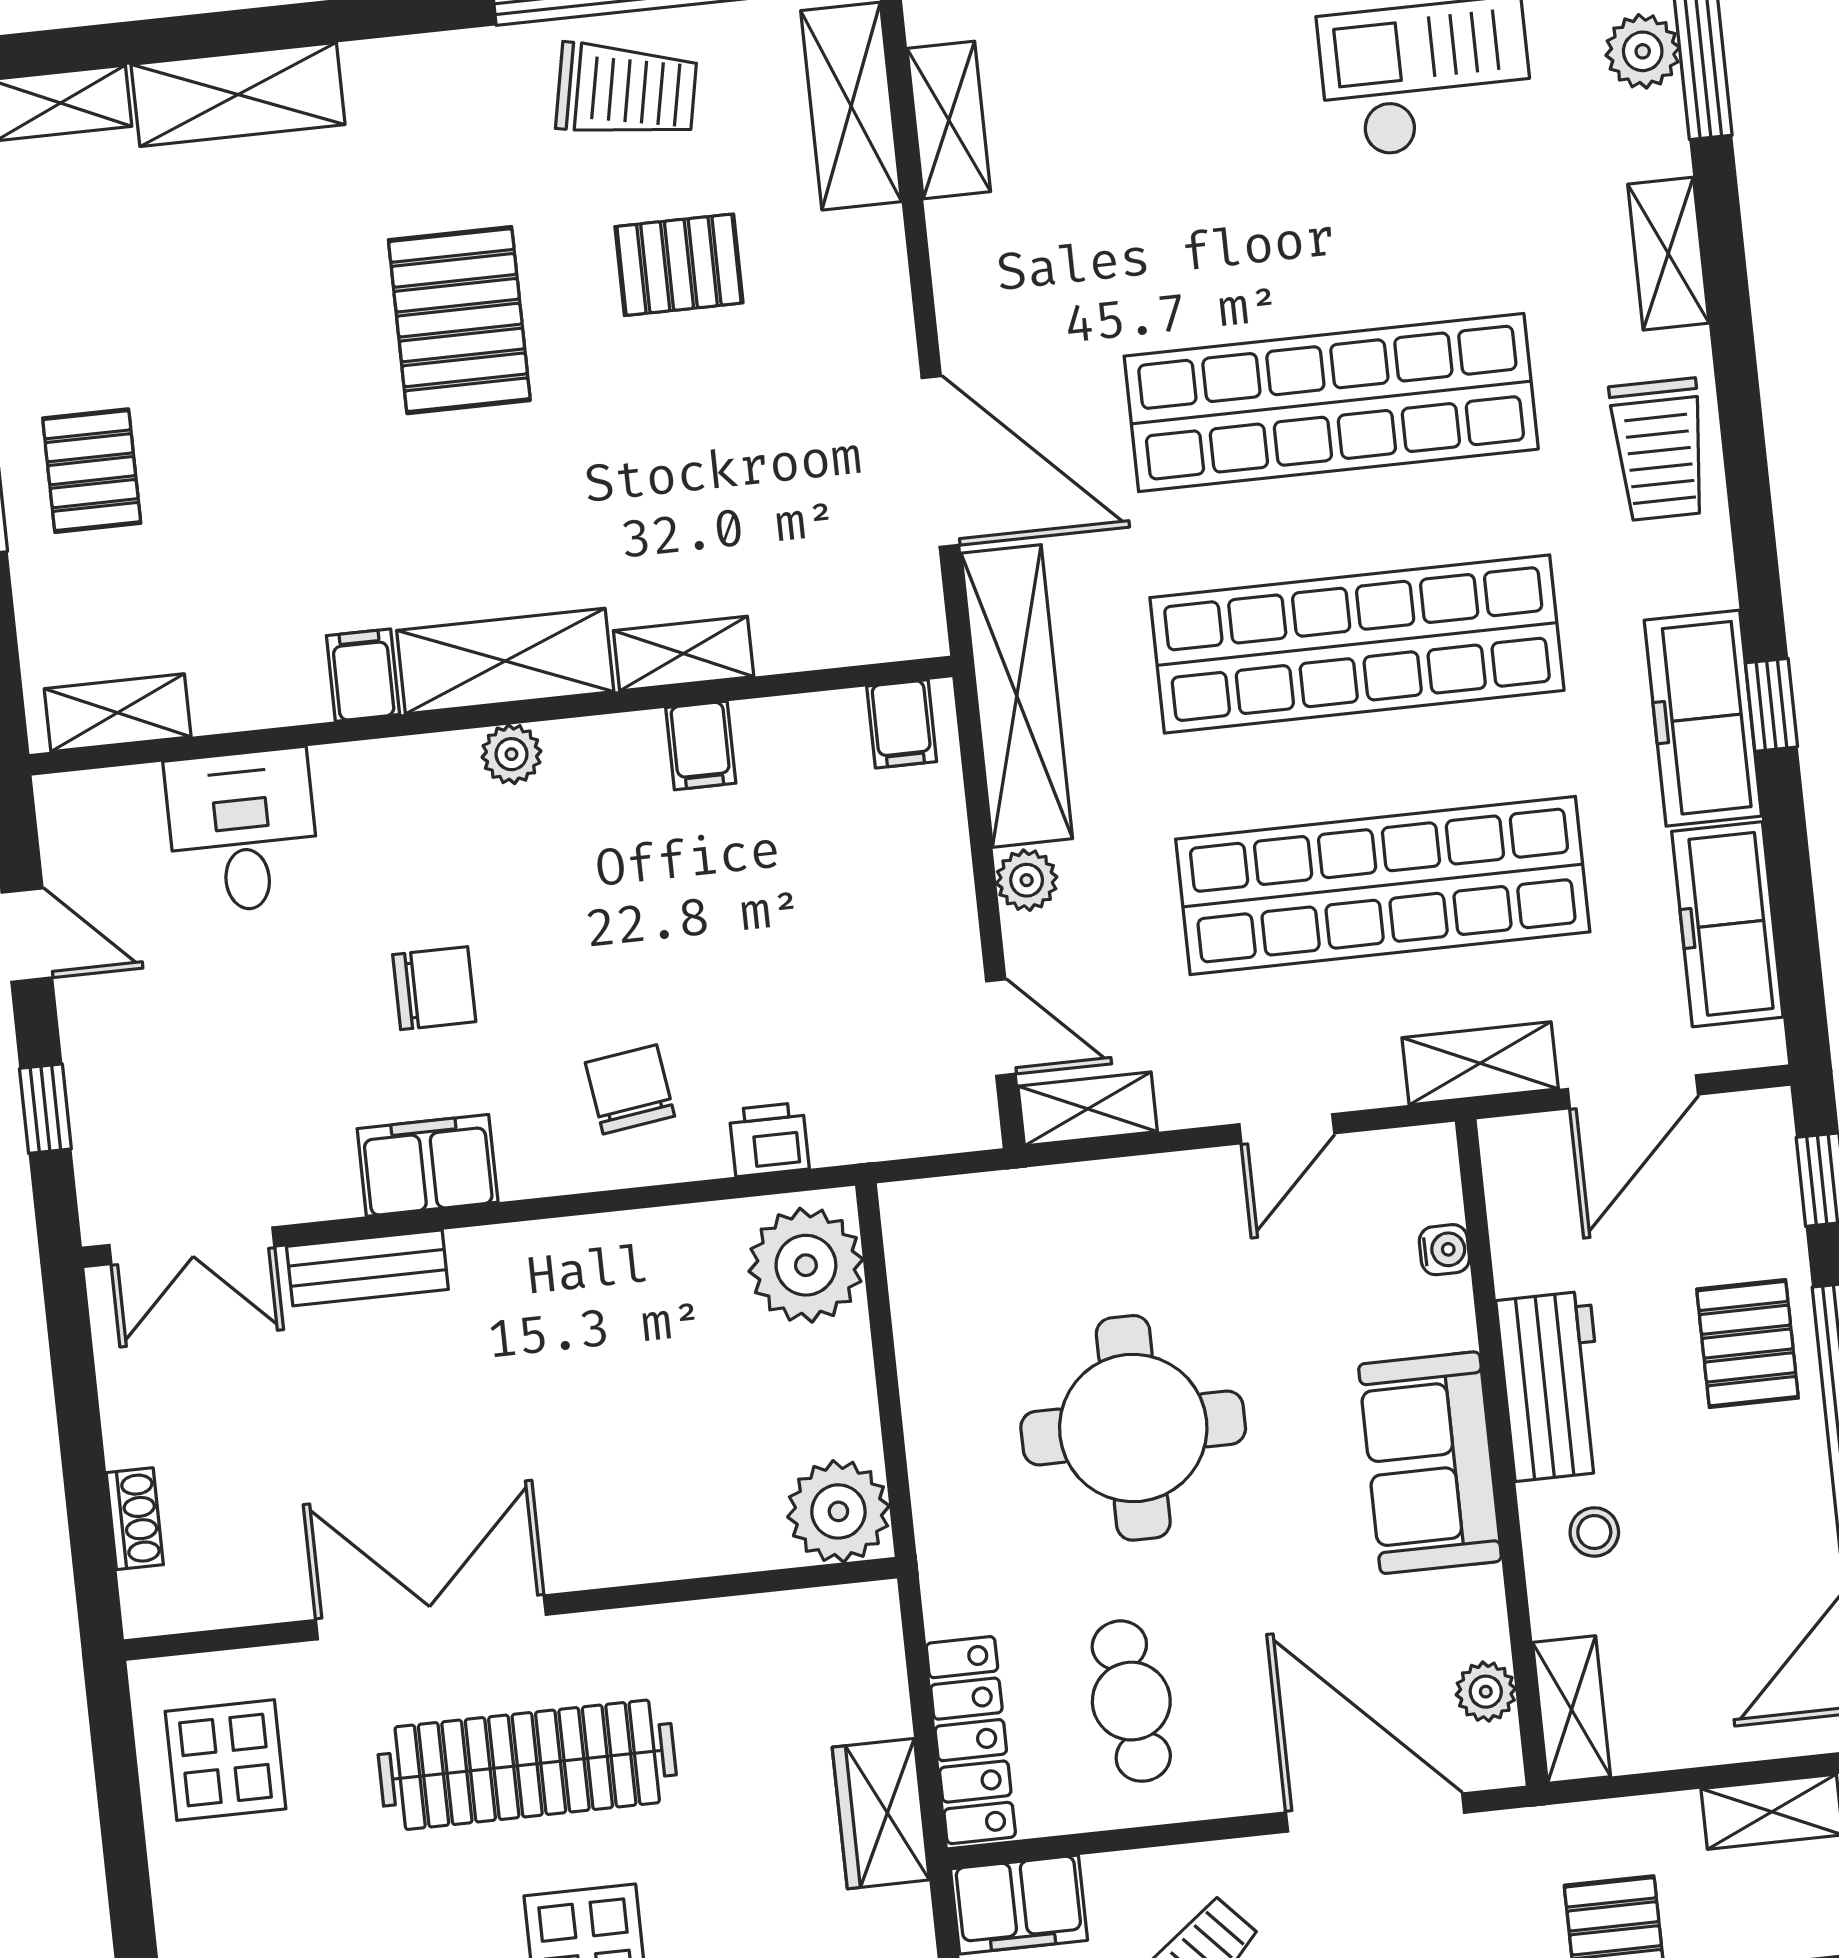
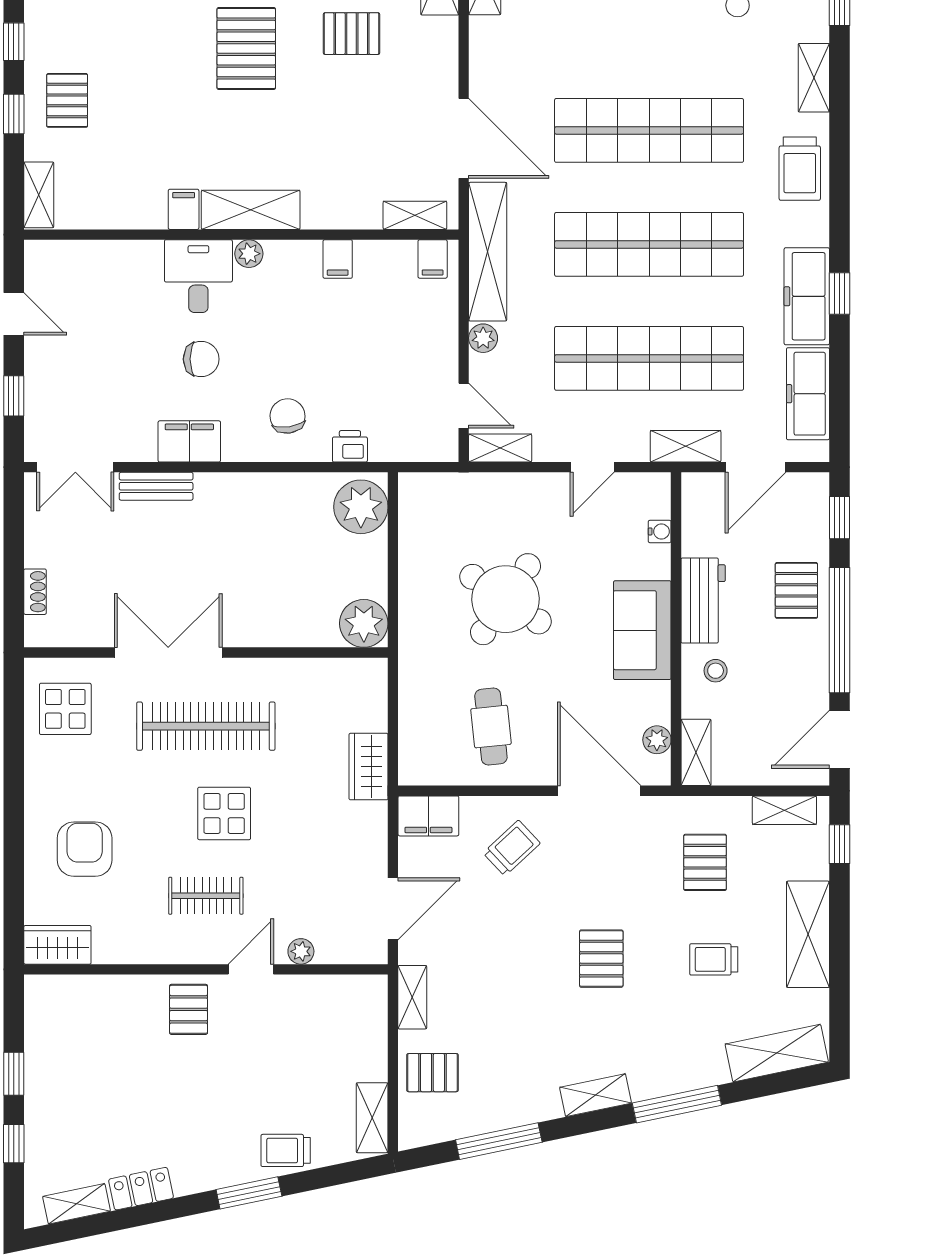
shelving: (684, 654) -> (415, 215), moved
shelving: (118, 713) -> (39, 195), moved, turned 90
desk: (243, 831) -> (198, 276), moved
round table: (1133, 1428) -> (506, 599), turned 34
locker: (971, 1740) -> (414, 737), removed

